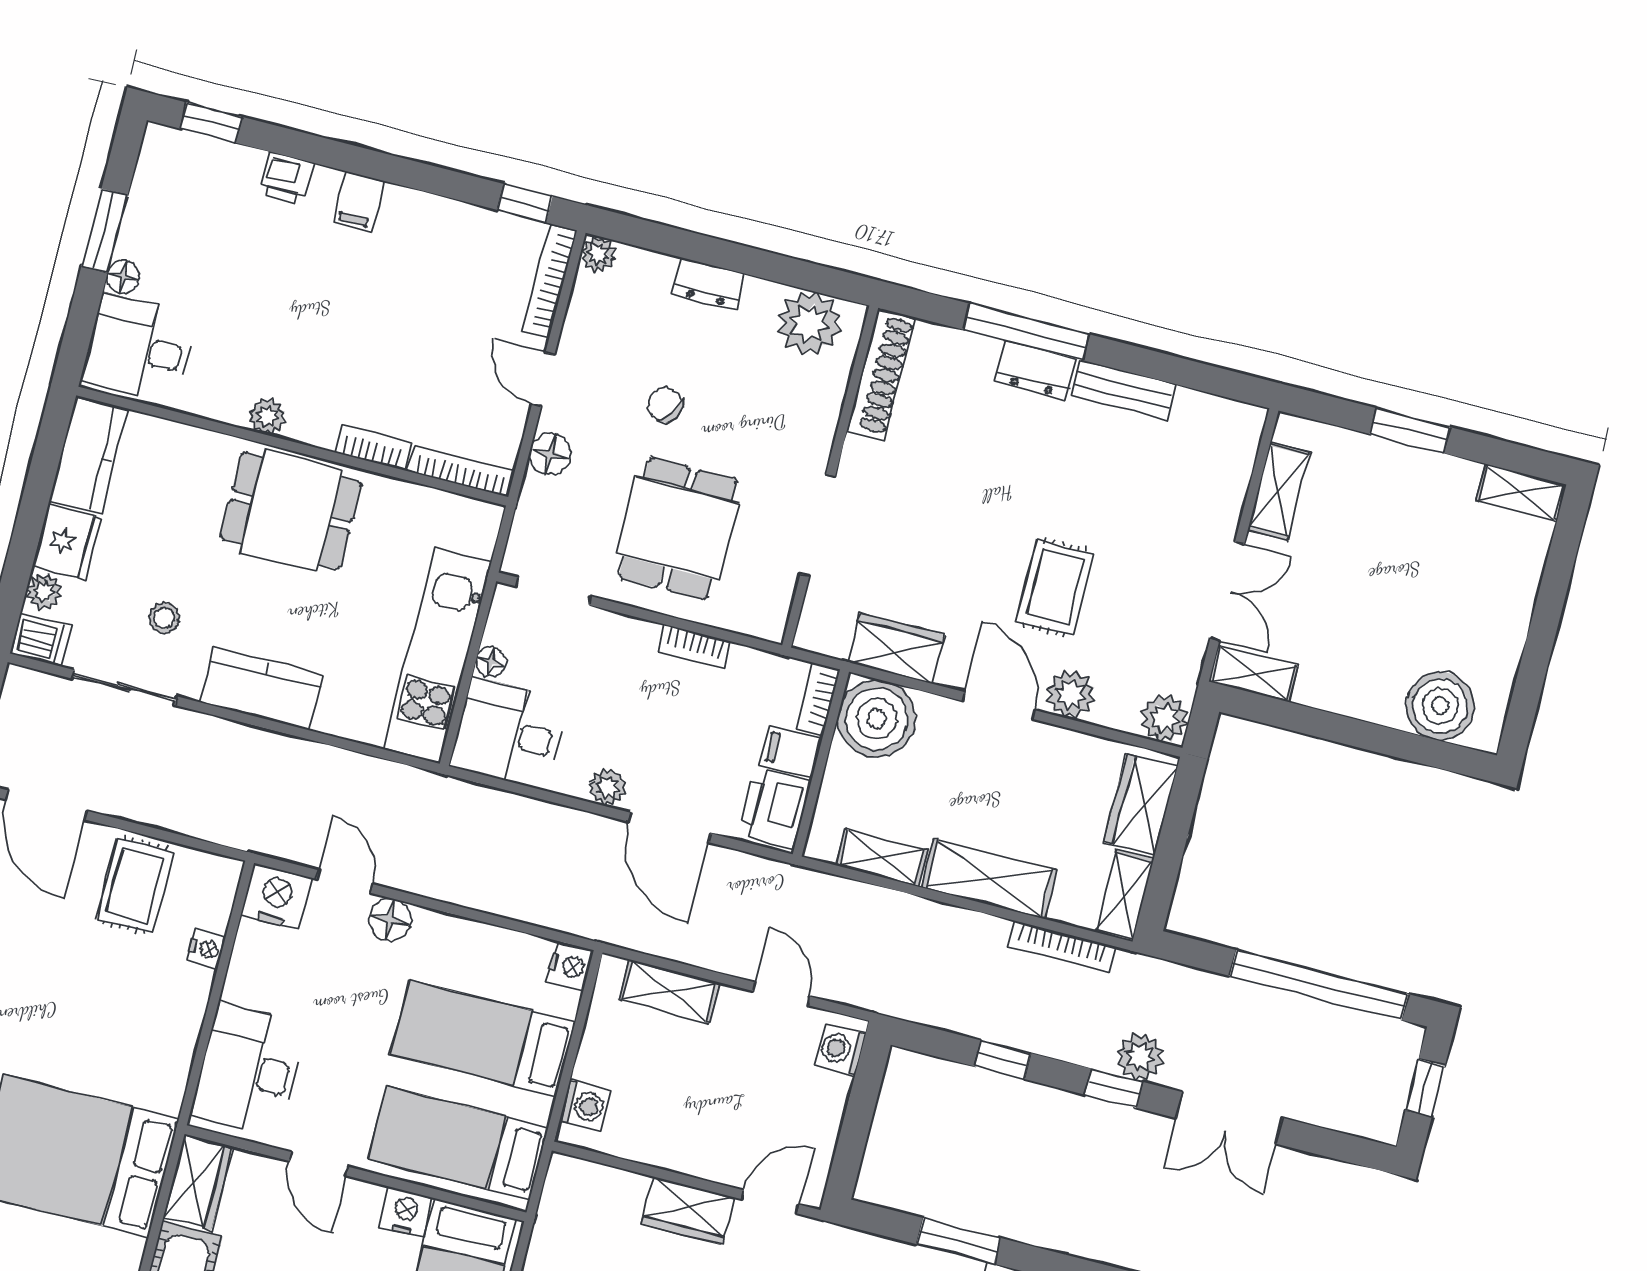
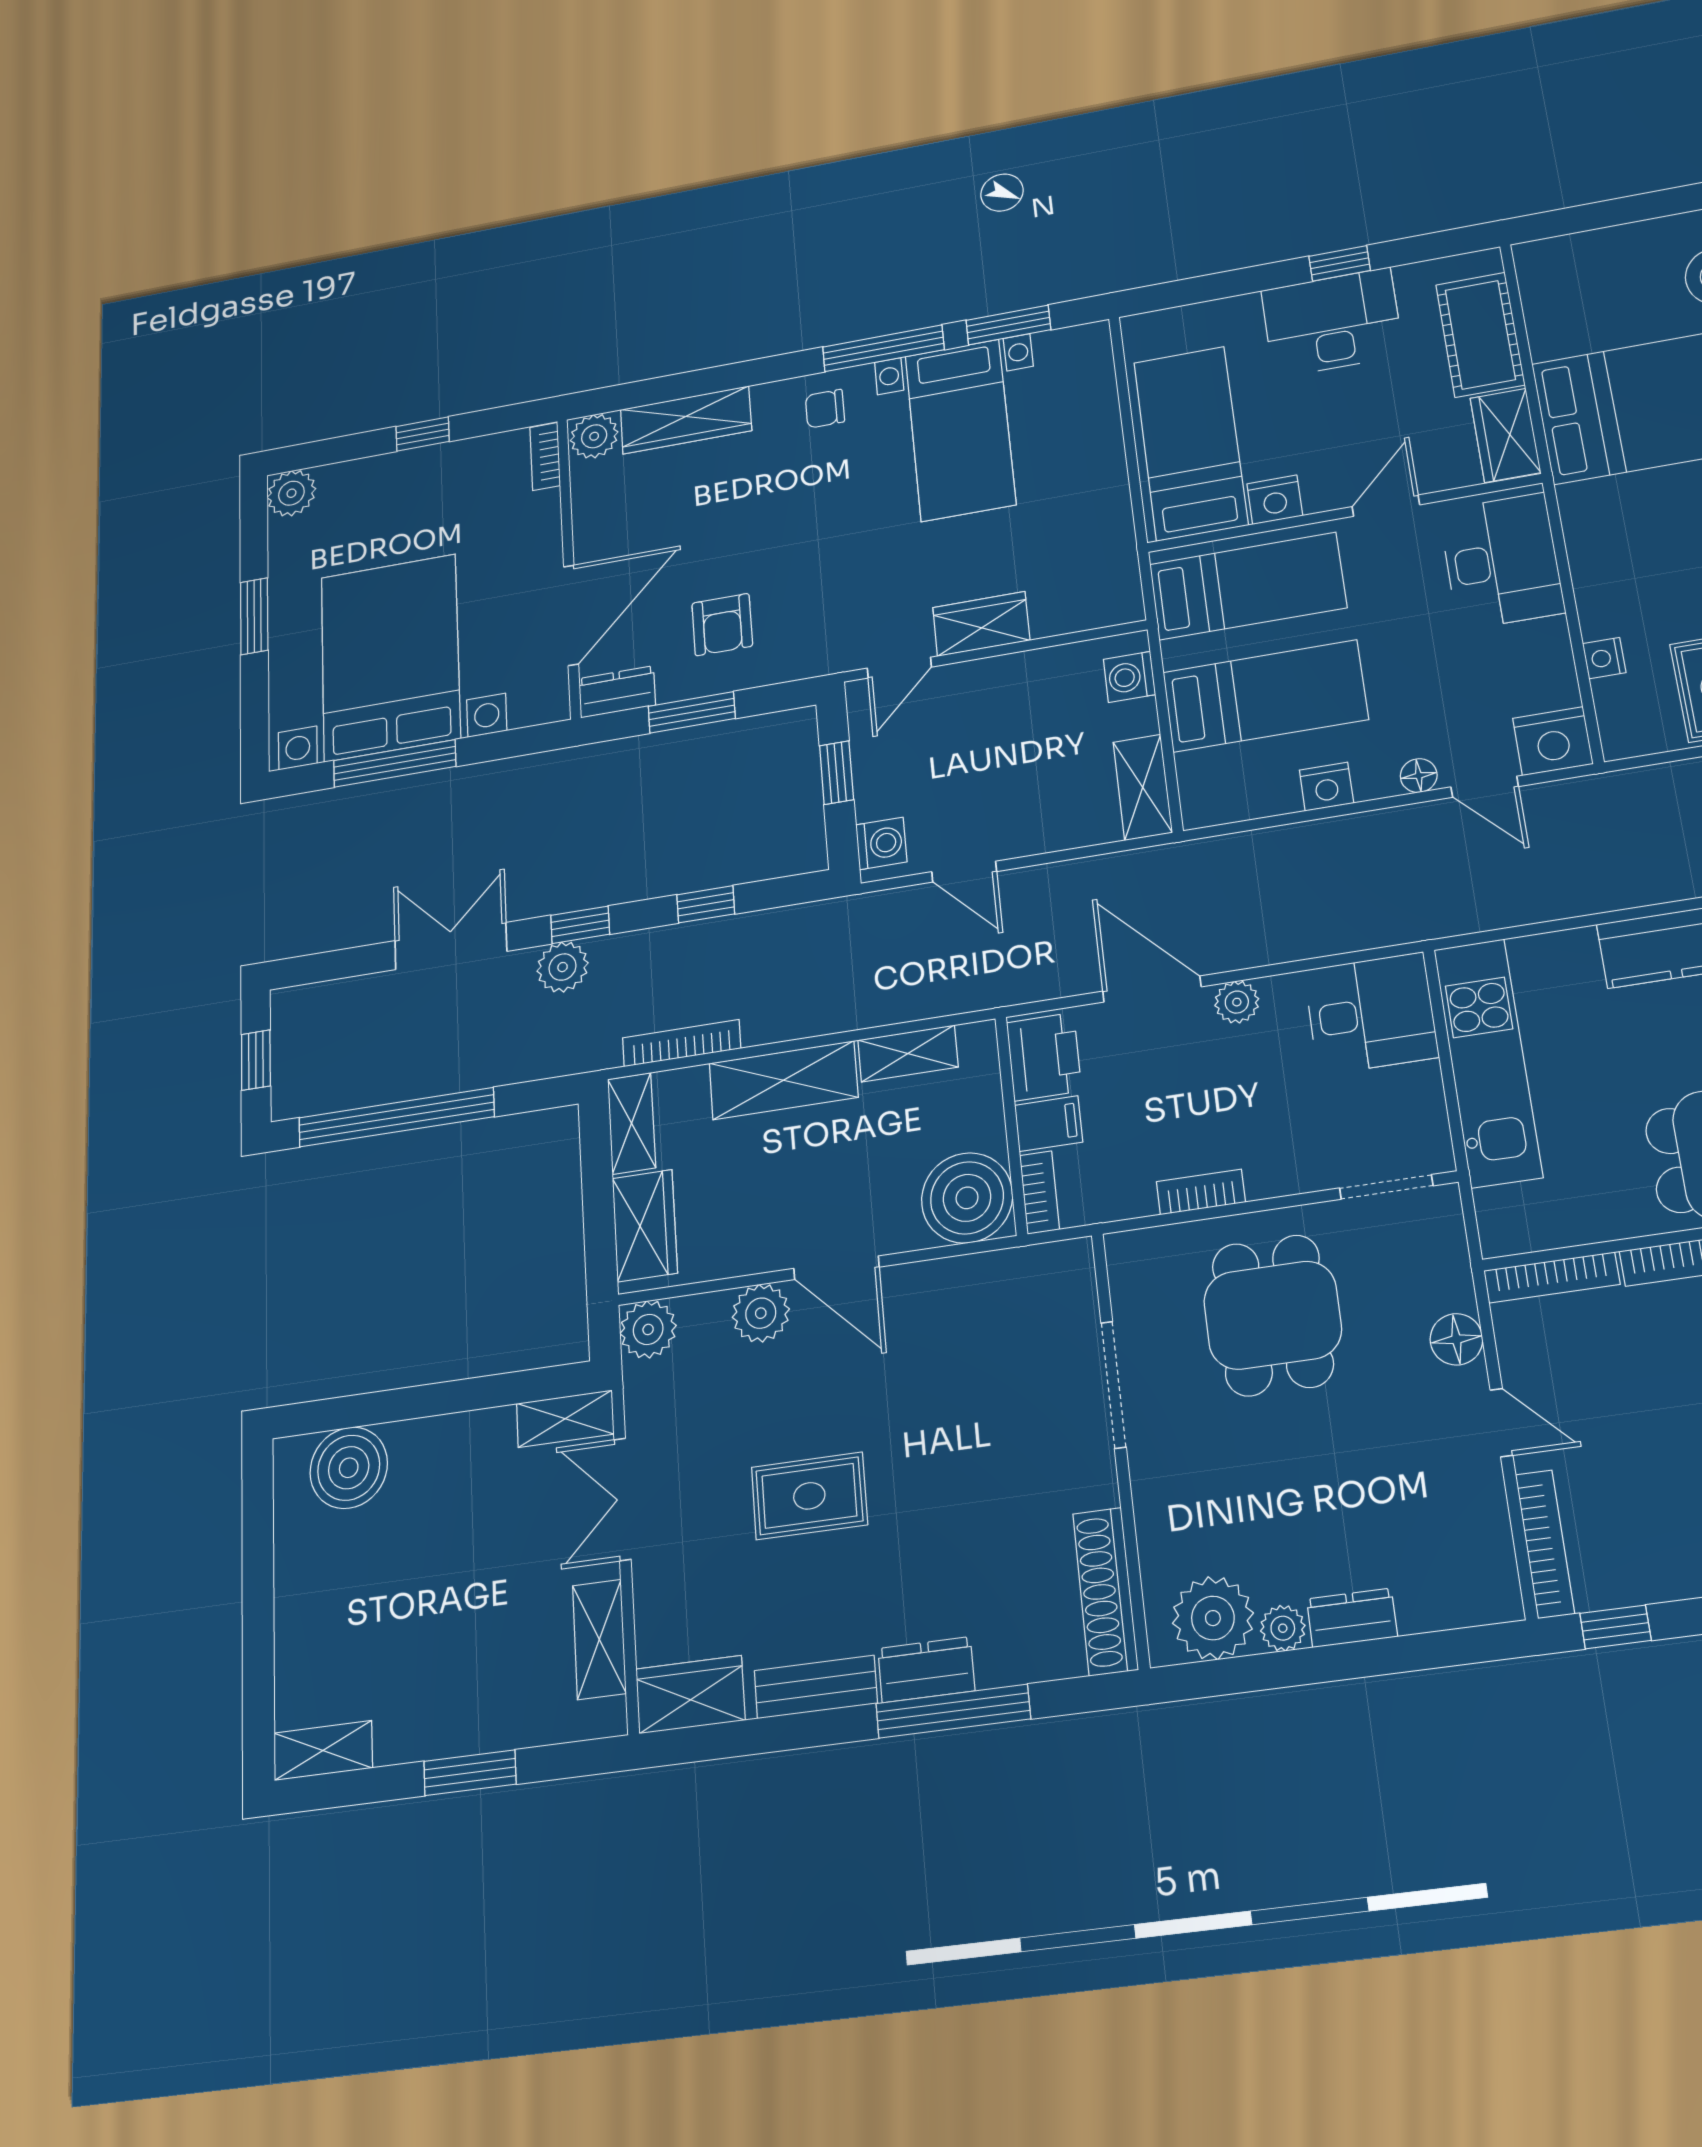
plant: (598, 254) -> (1283, 1628), moved
chair: (665, 404) -> (1345, 1452), removed
rug: (1055, 587) -> (809, 1496), moved, turned 90
wardrobe: (896, 648) -> (690, 1695), moved, turned 180
floor lamp: (491, 662) -> (1425, 1081), removed
floor lamp: (390, 920) -> (1419, 776), width x0.73, depth x0.73
nightstand: (570, 966) -> (1326, 787), moved, turned -90
shelving: (669, 991) -> (1143, 787), moved, turned 90
window: (855, 1129) -> (837, 773), added
door: (319, 1164) -> (1386, 506), hinge flipped

